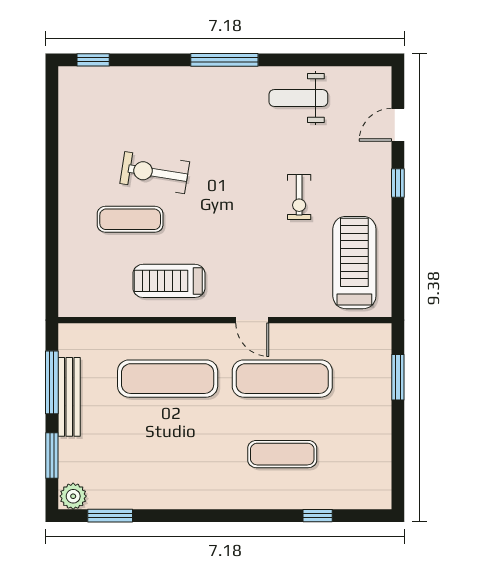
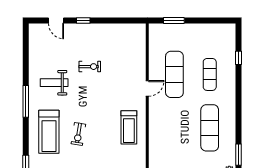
weight bench: (298, 98) -> (54, 83), moved, turned 90
exercise bike: (155, 173) -> (78, 134), width x0.73, depth x0.72
exercise mat: (130, 219) -> (100, 145), removed
treadmill: (354, 263) -> (49, 132), moved, turned -90
exercise mat: (168, 379) -> (210, 128), moved

